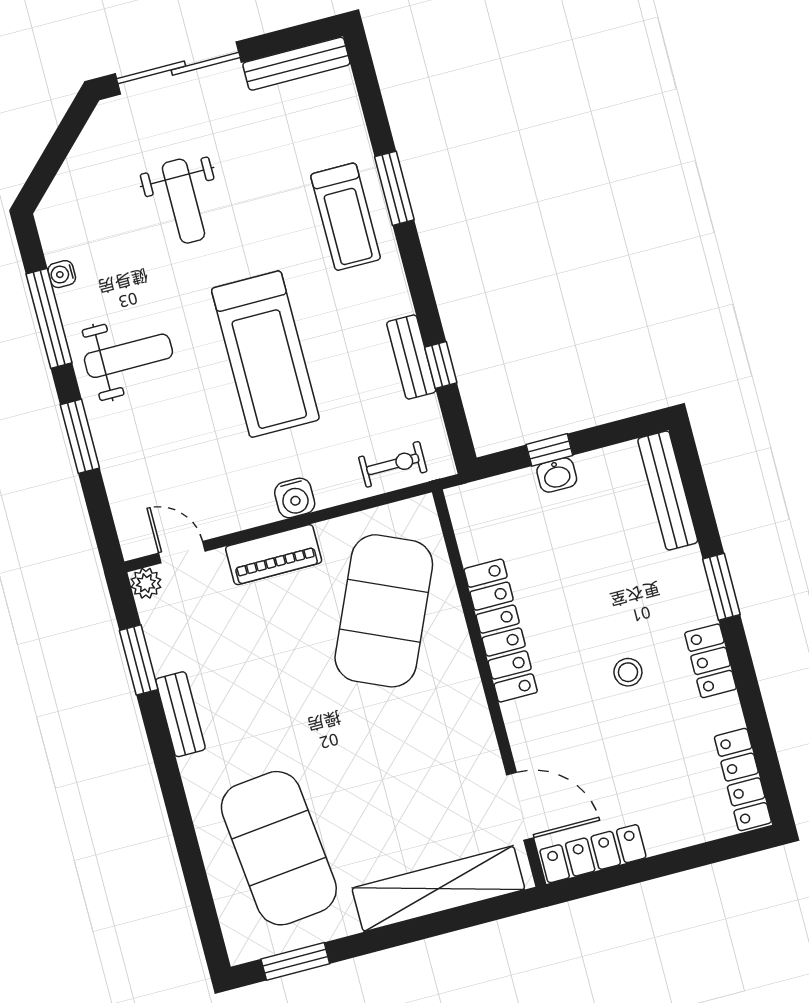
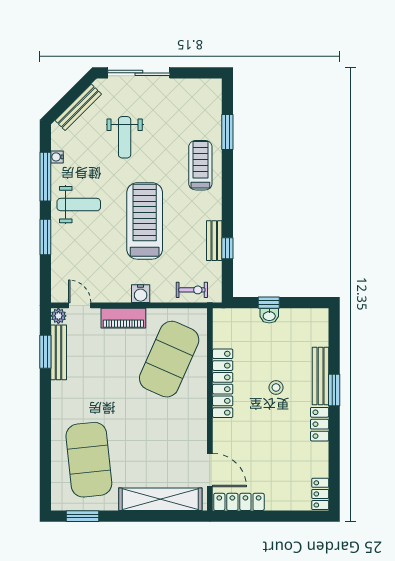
bench: (296, 64) -> (78, 107), moved, turned -45
window: (394, 188) -> (227, 132), moved
treadmill: (346, 217) -> (200, 165), turned 180
treadmill: (265, 354) -> (145, 221), turned 180
bench: (668, 491) -> (321, 376), moved
stool: (628, 672) -> (276, 387), moved
bench: (180, 714) -> (59, 352), moved, width x1.36
locker: (743, 779) -> (320, 494), width x0.66

